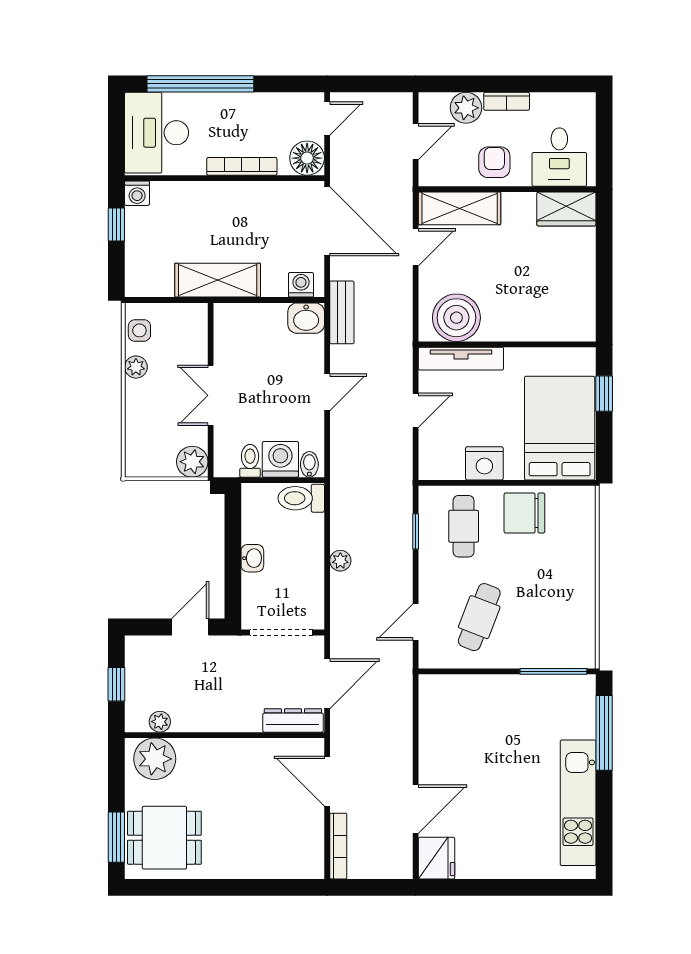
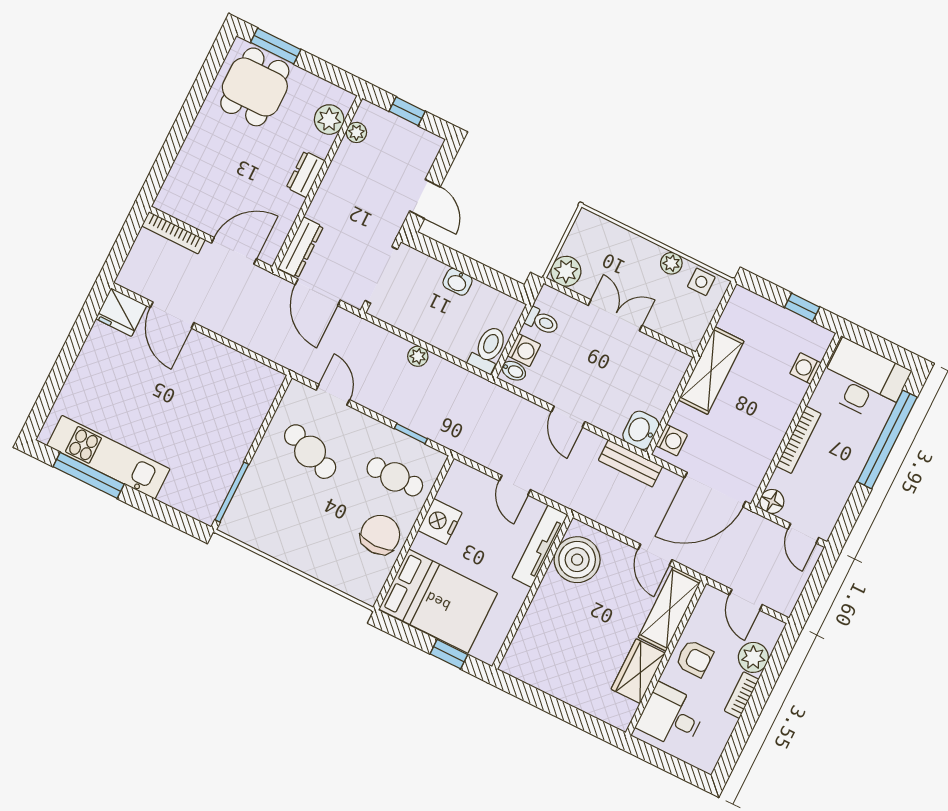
floor lamp: (307, 158) -> (772, 501), width x0.73, depth x0.73
washing machine: (137, 193) -> (805, 368), moved
wardrobe: (566, 209) -> (638, 671), moved
washing machine: (280, 459) -> (524, 350), width x0.73, depth x0.73
window: (604, 733) -> (89, 475), moved
dresser: (222, 750) -> (306, 174), added
plant: (155, 759) -> (329, 120), width x0.73, depth x0.73

